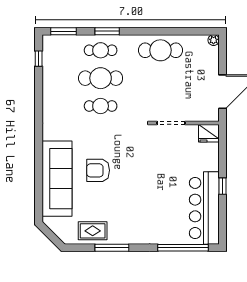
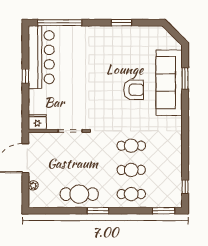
window: (107, 31) -> (98, 211), moved
plant: (214, 40) -> (33, 185), moved
cafe table: (101, 78) -> (131, 170), width x0.73, depth x0.74
window: (39, 184) -> (185, 78), added
rug: (93, 231) -> (138, 37), removed
window: (112, 248) -> (121, 23), width x0.69

